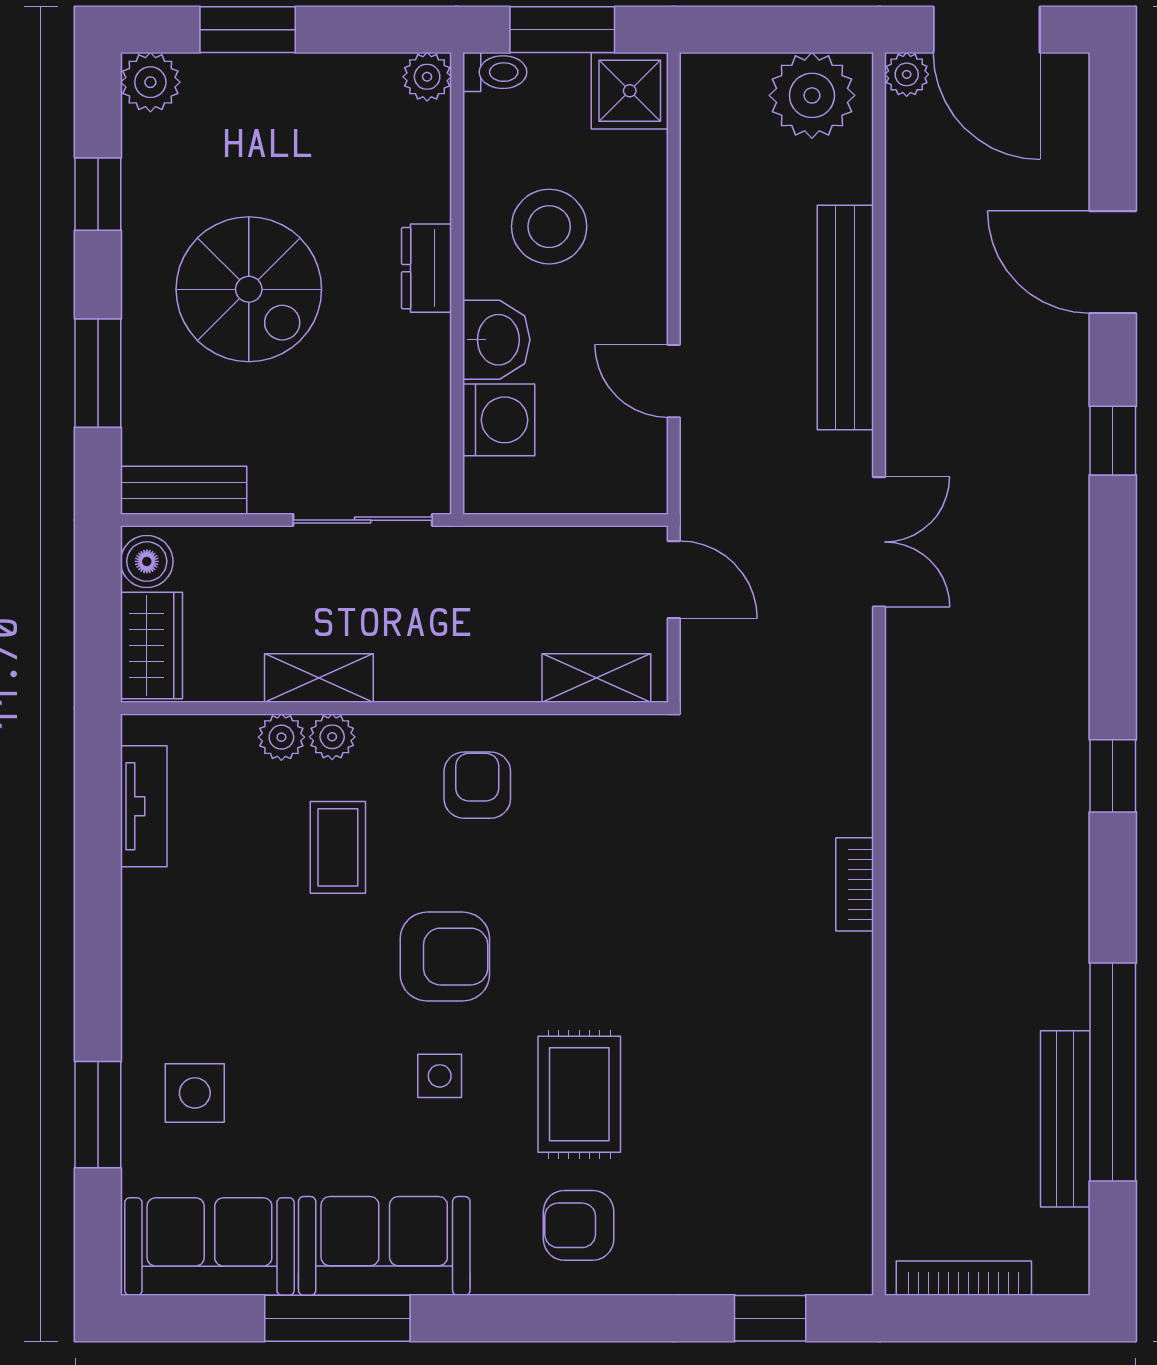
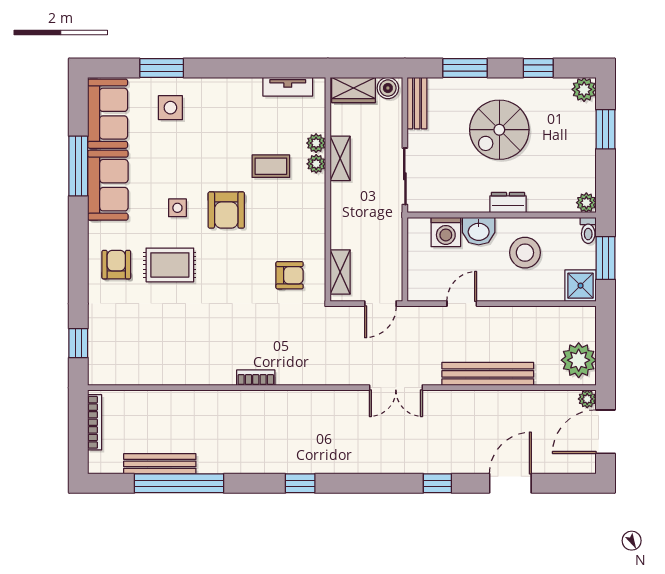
armchair: (477, 785) -> (290, 275), moved

